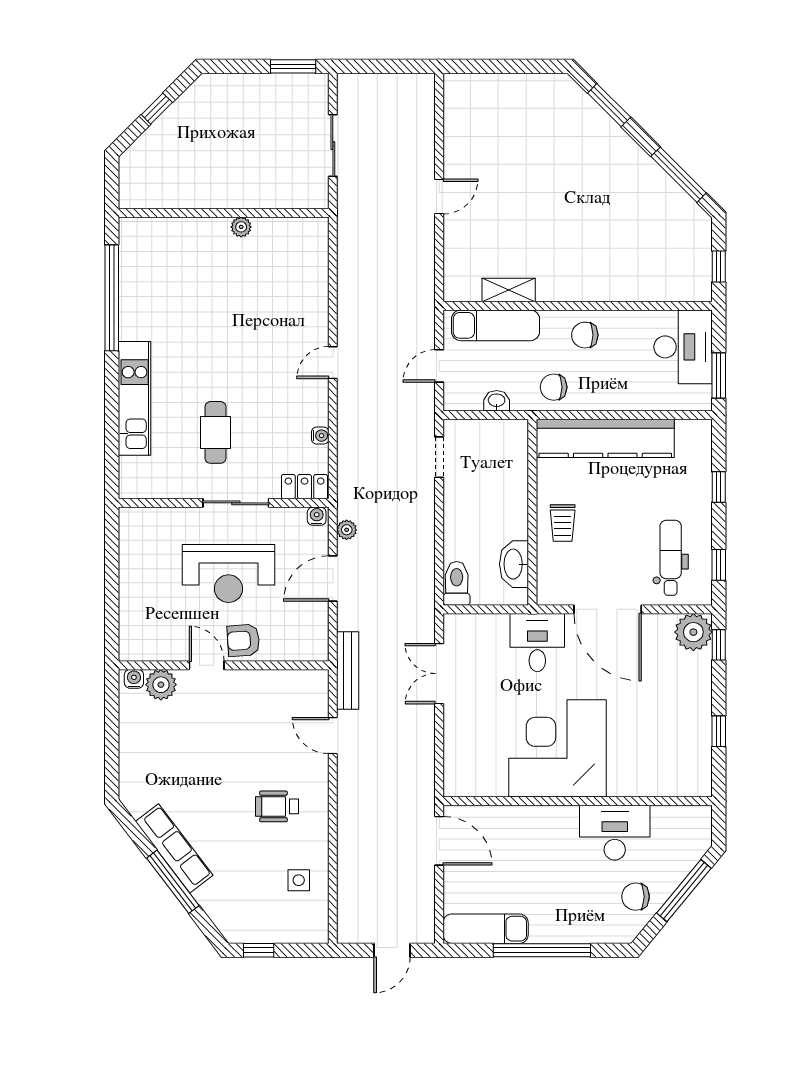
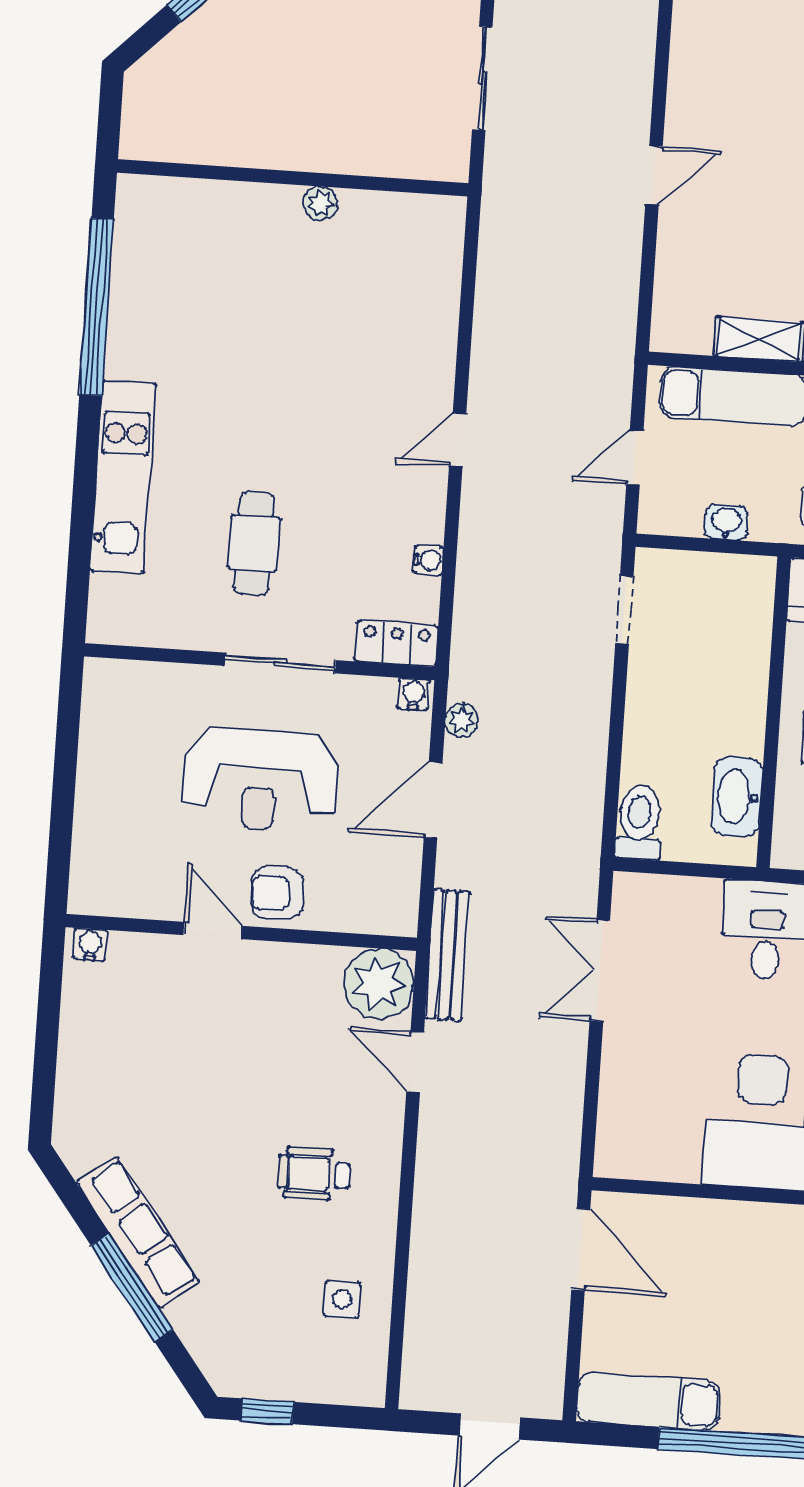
plant: (161, 685) -> (379, 984), moved, width x1.36, depth x1.36

